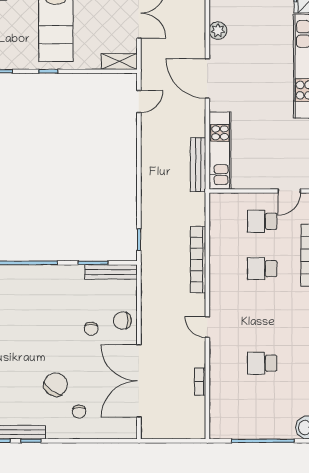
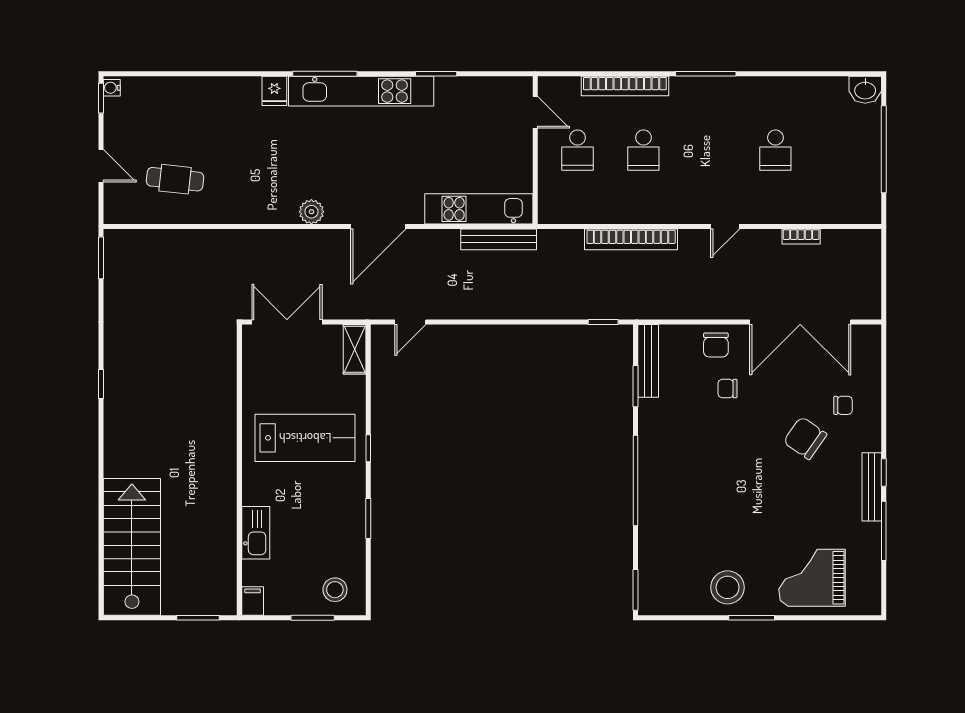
door: (139, 101) -> (410, 322), swing flipped
chair: (91, 329) -> (727, 389), turned 180

